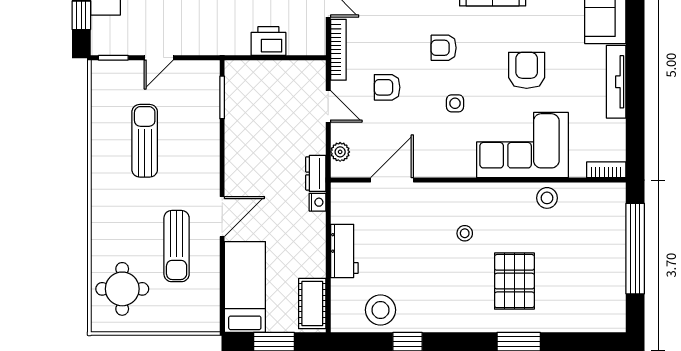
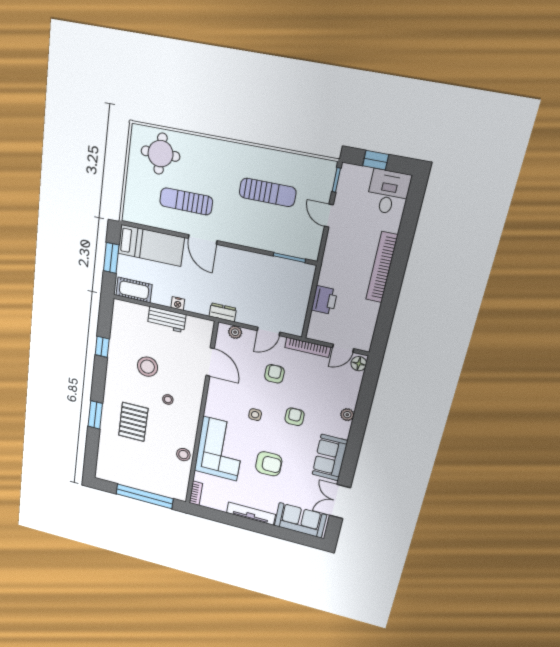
nightstand: (318, 202) -> (178, 303), moved
pallet: (514, 281) -> (133, 422), turned 90
stool: (381, 310) -> (147, 367), moved

